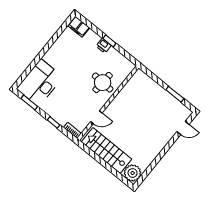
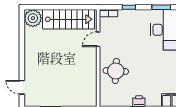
door: (183, 128) -> (22, 87), hinge flipped

